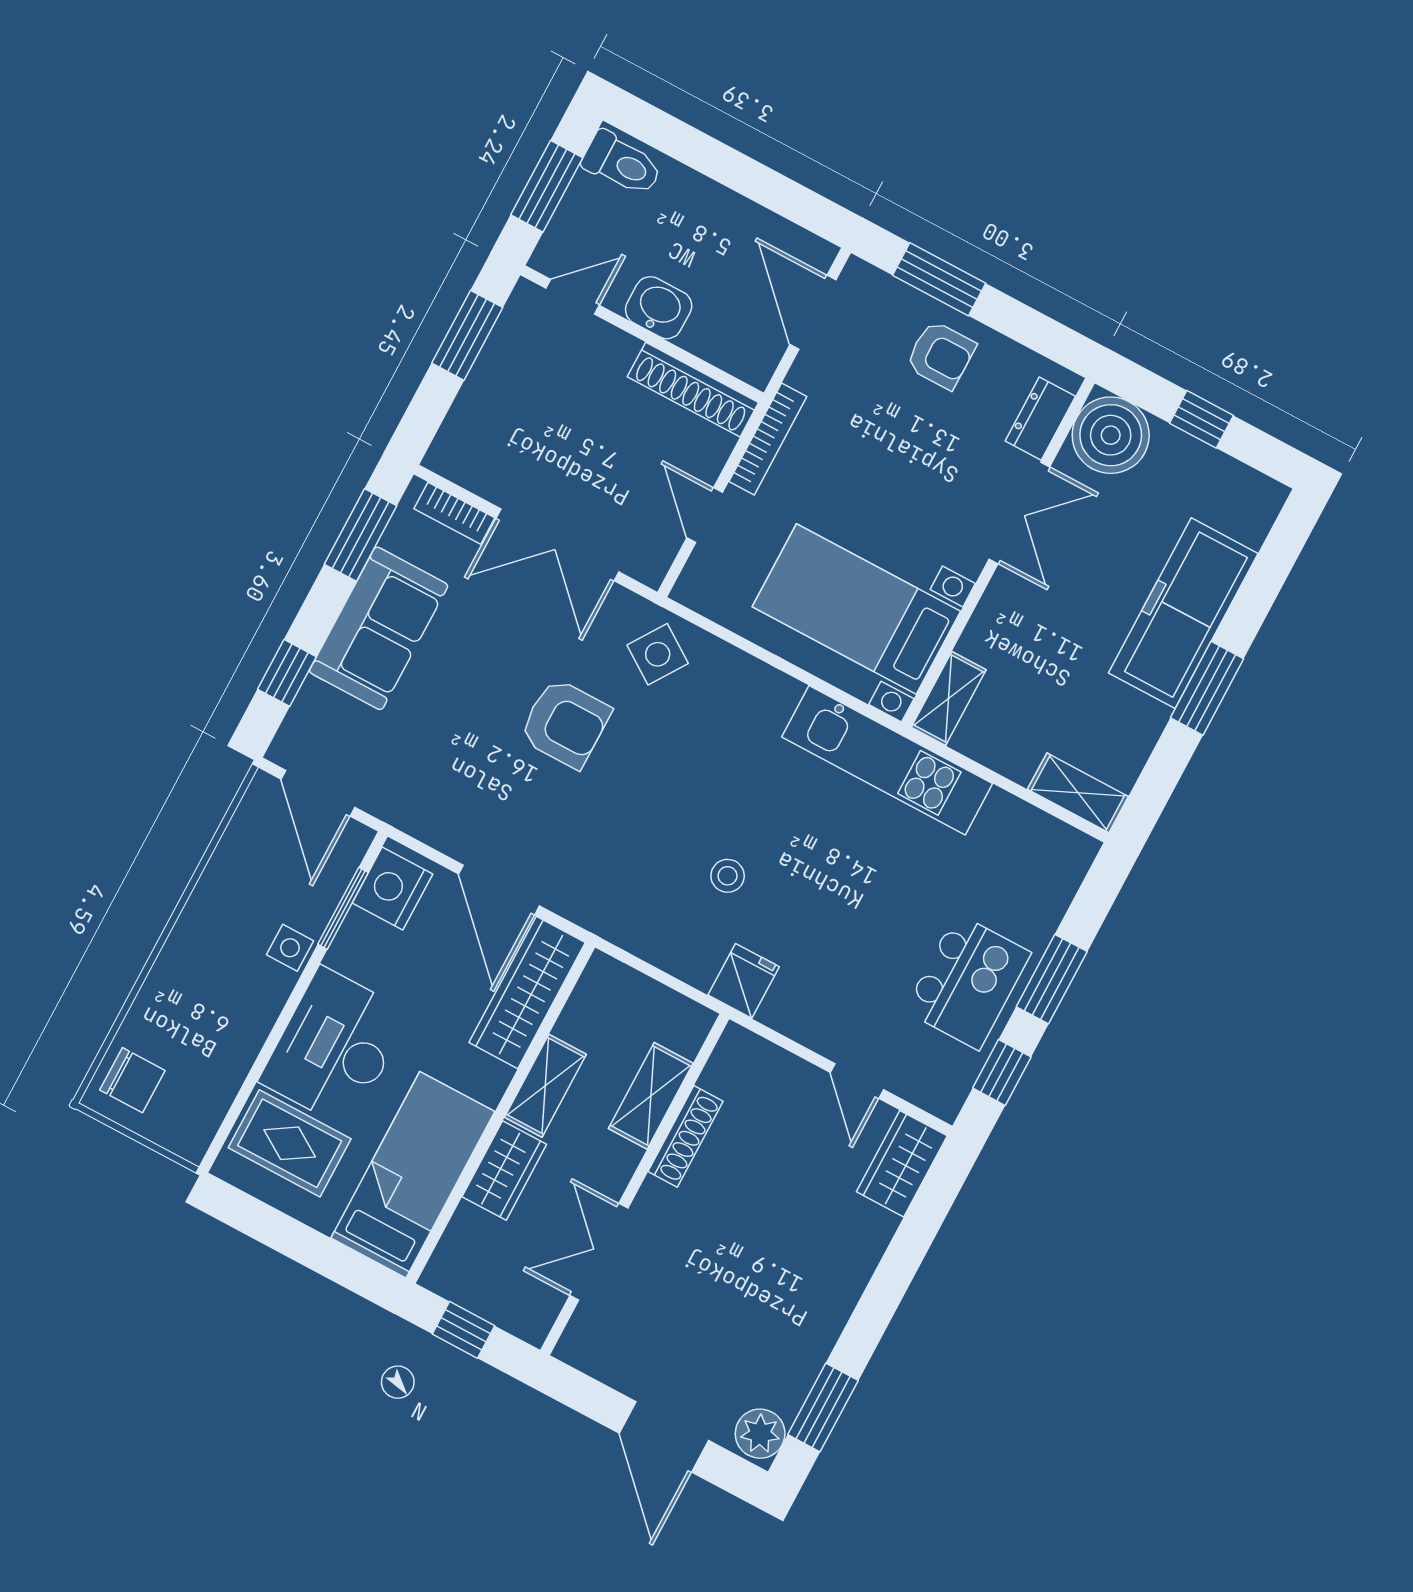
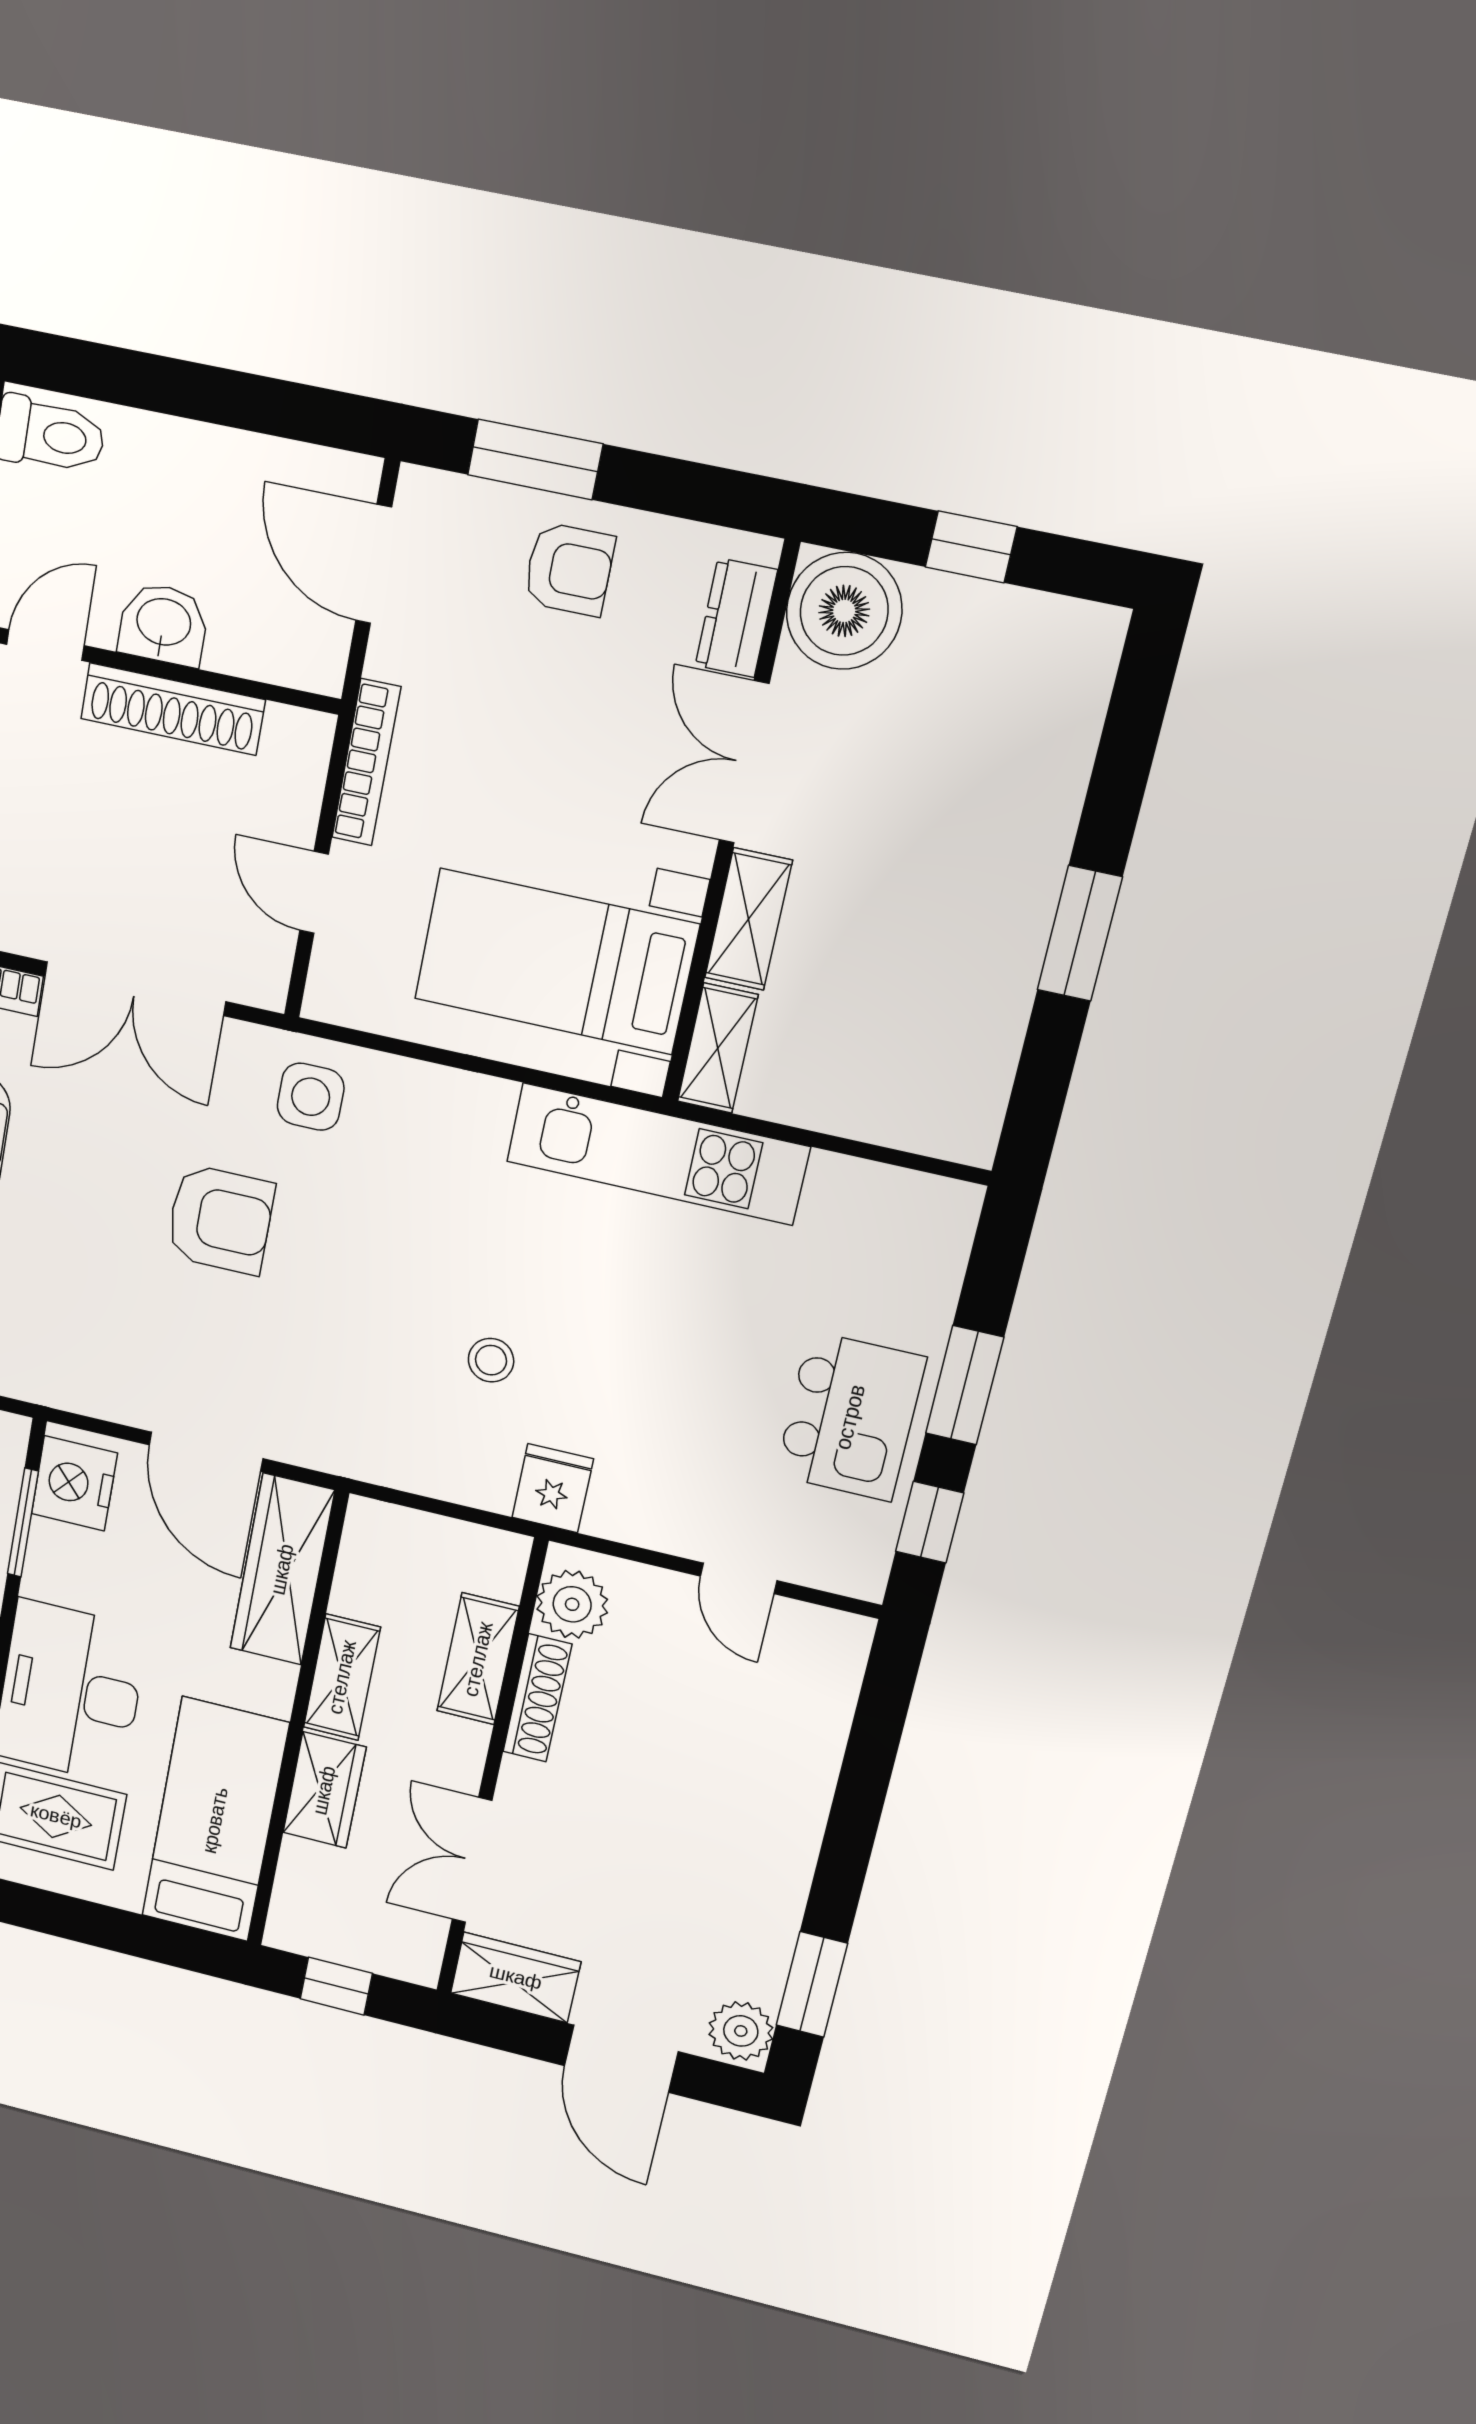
shoe rack: (693, 390) -> (173, 709), moved
double door: (1019, 513) -> (744, 762), swing flipped
freezer: (1183, 613) -> (1018, 837), removed
side table: (658, 654) -> (311, 1097), turned -34
shelving: (1078, 793) -> (748, 919), moved, turned 90
plant: (732, 1071) -> (572, 1604), added
wardrobe: (902, 1164) -> (516, 1977), moved, turned 90

